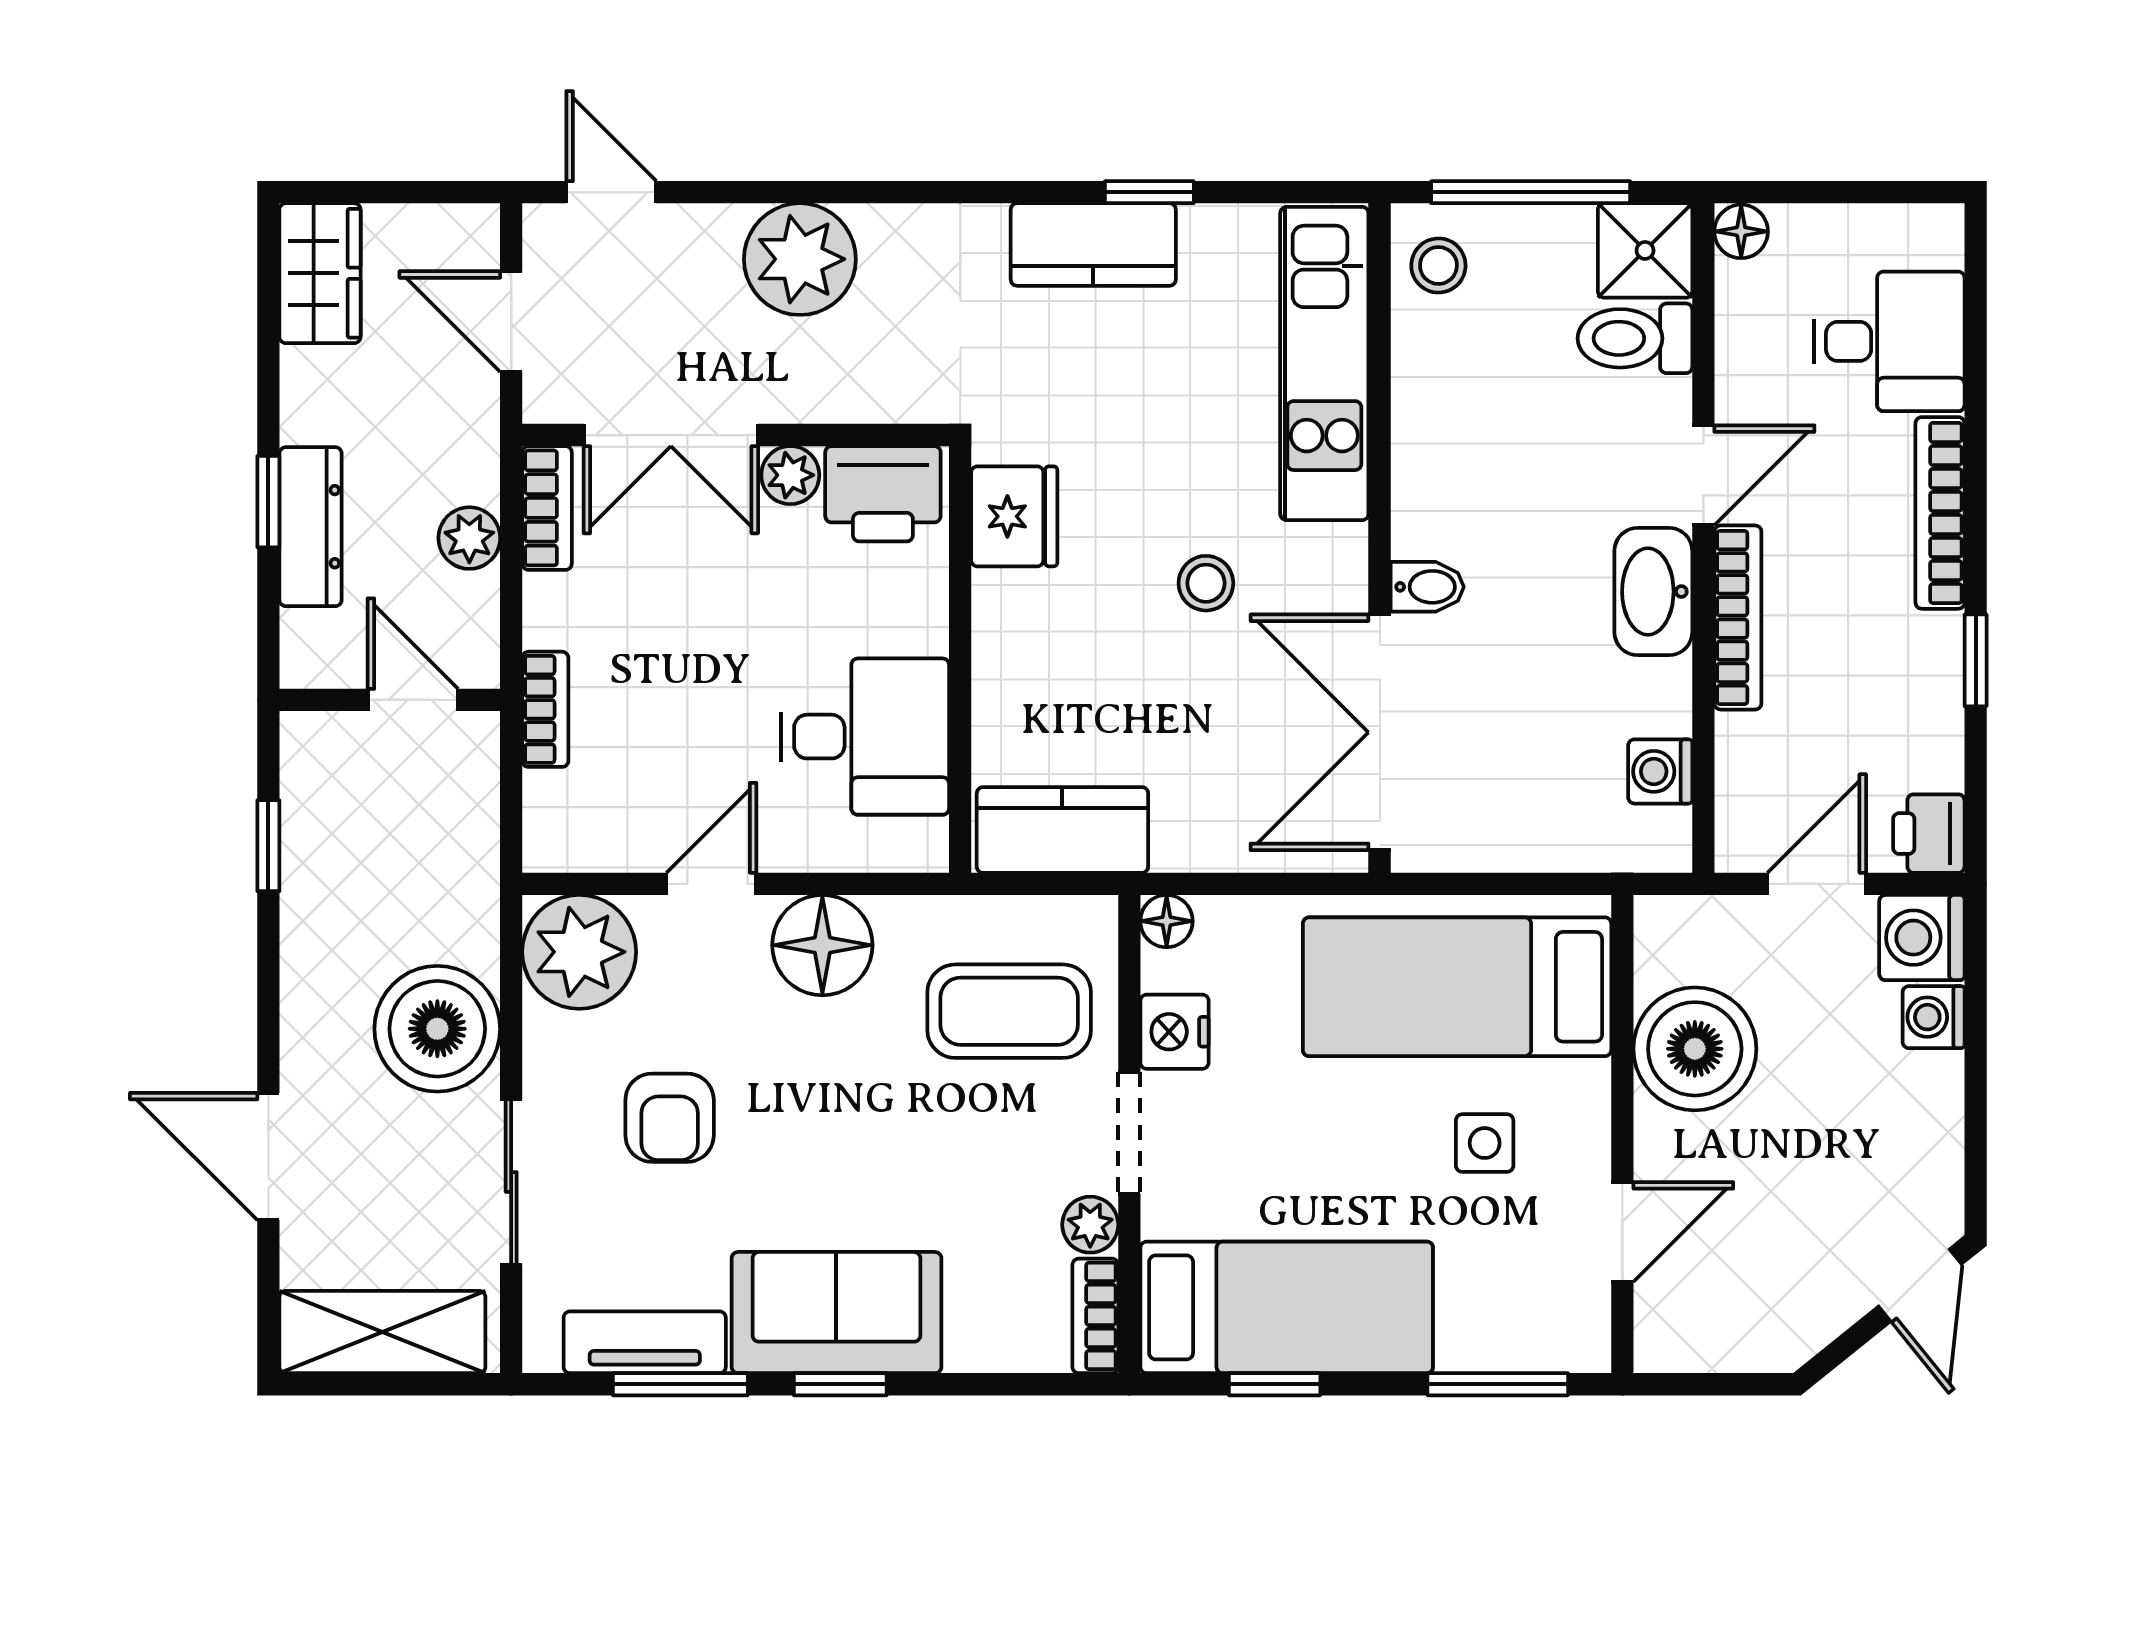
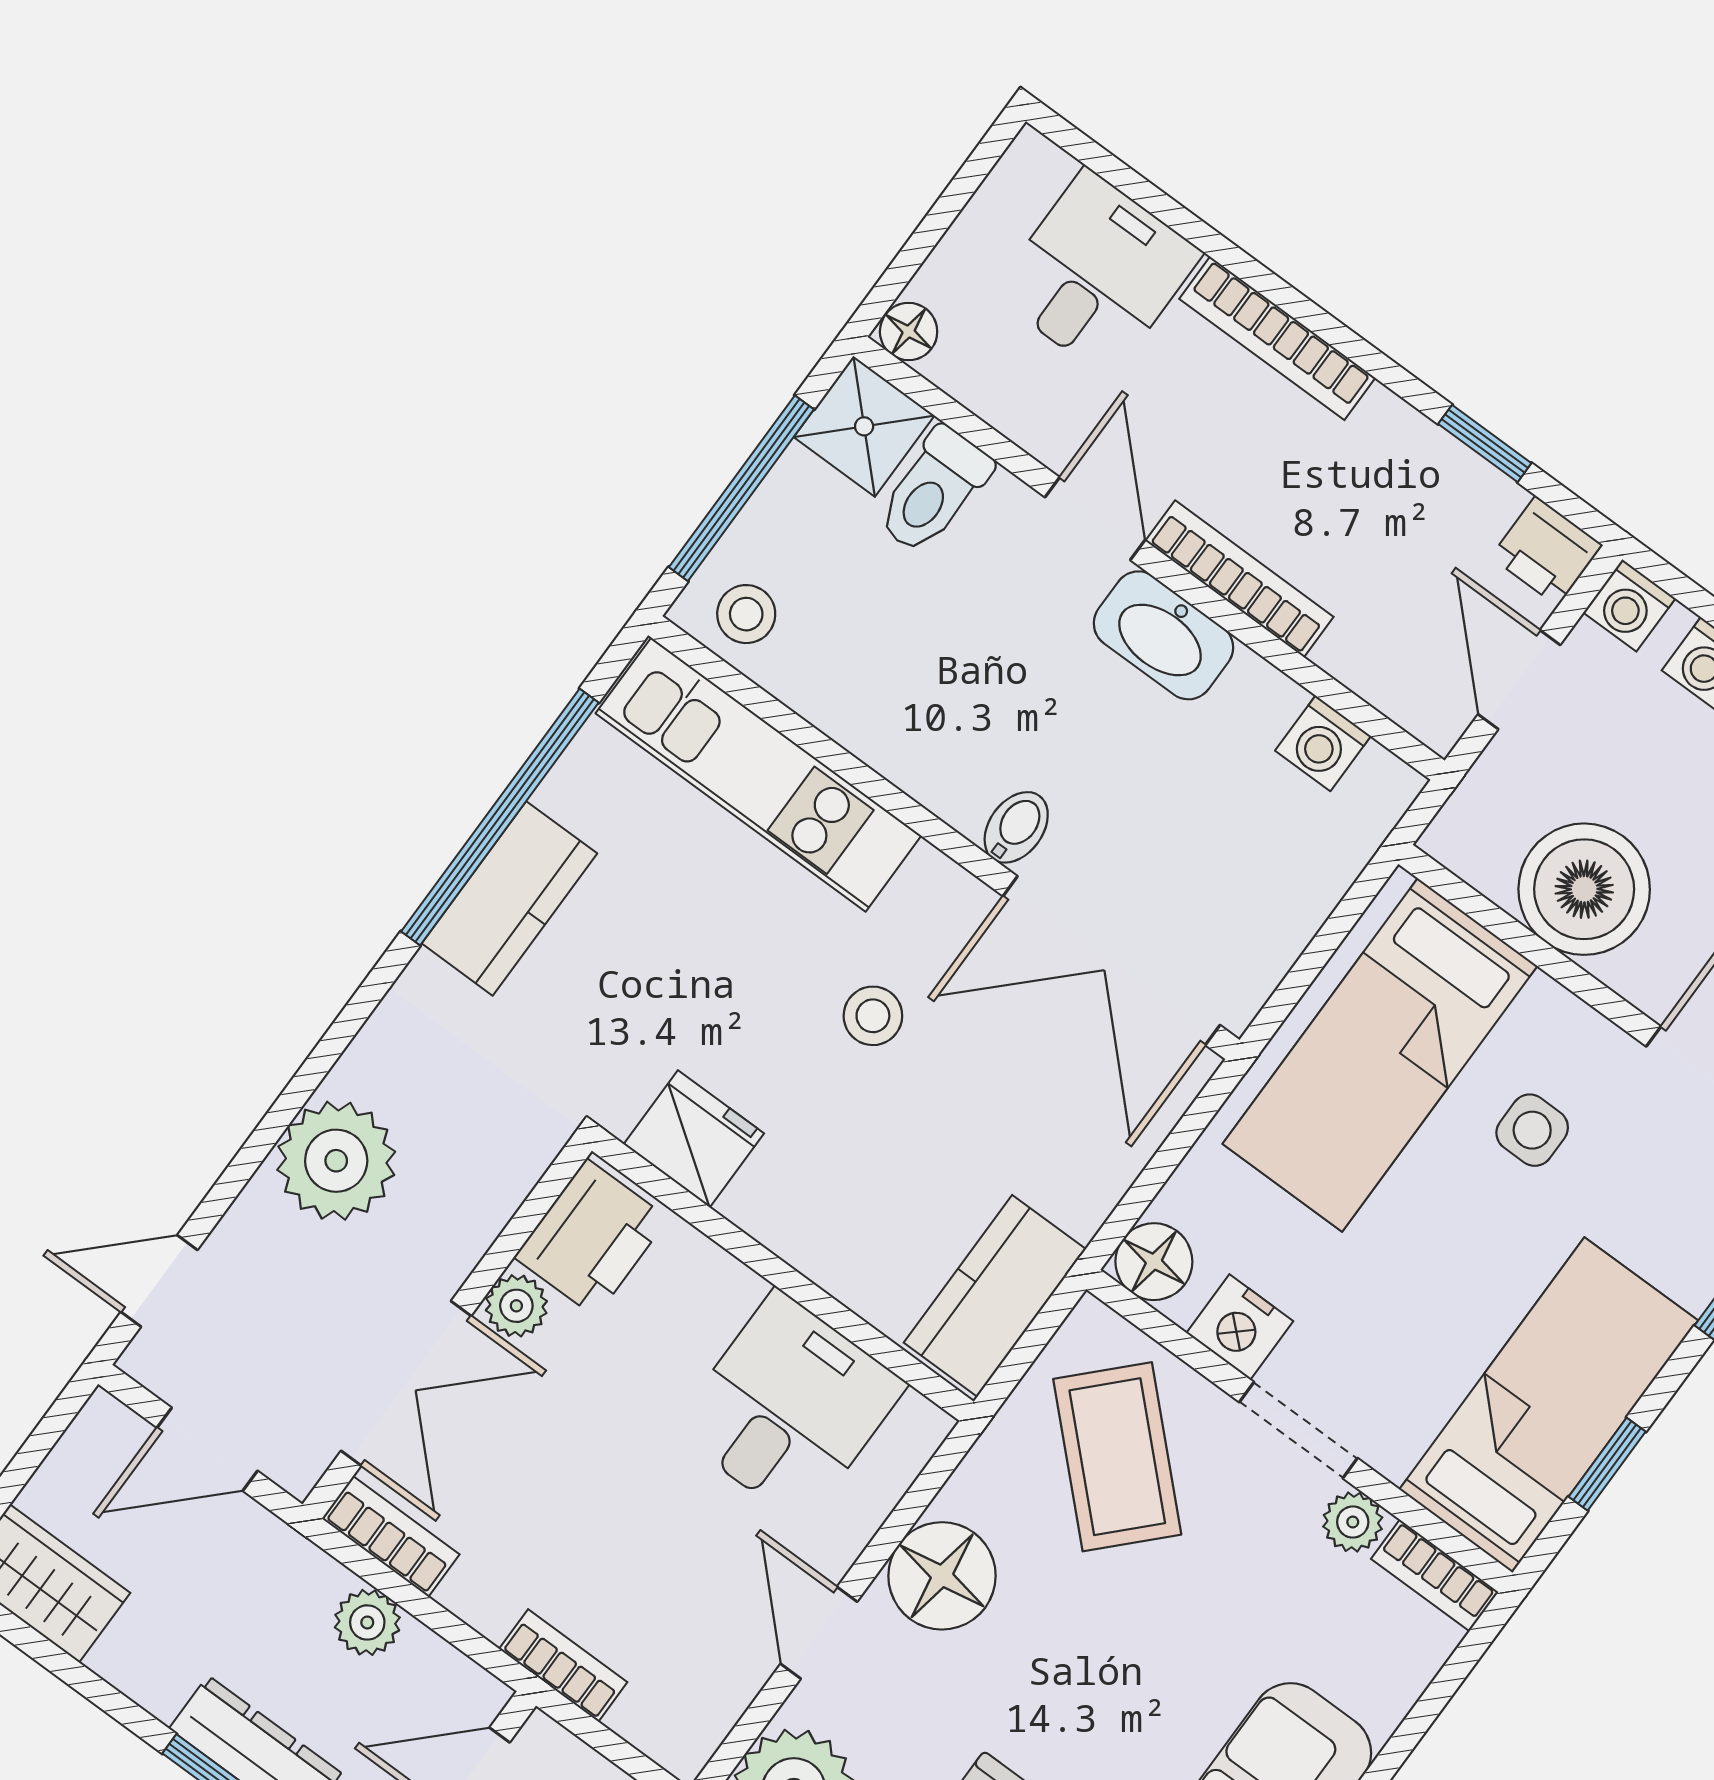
window: (1149, 192) -> (500, 817), width x3.17
window: (1976, 660) -> (1485, 444), moved
floor lamp: (1167, 921) -> (1154, 1262), width x1.37, depth x1.37
washing machine: (1922, 938) -> (1629, 605), width x0.73, depth x0.73
coffee table: (1009, 1011) -> (1117, 1457), turned -46

